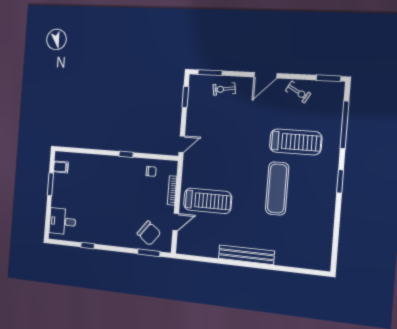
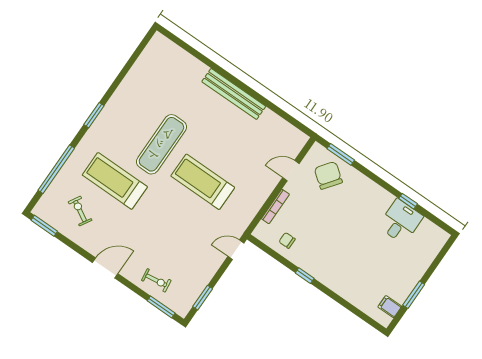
exercise bike: (298, 92) -> (80, 211), moved
treadmill: (208, 201) -> (203, 182), moved
desk: (62, 221) -> (401, 221), moved, turned -90

